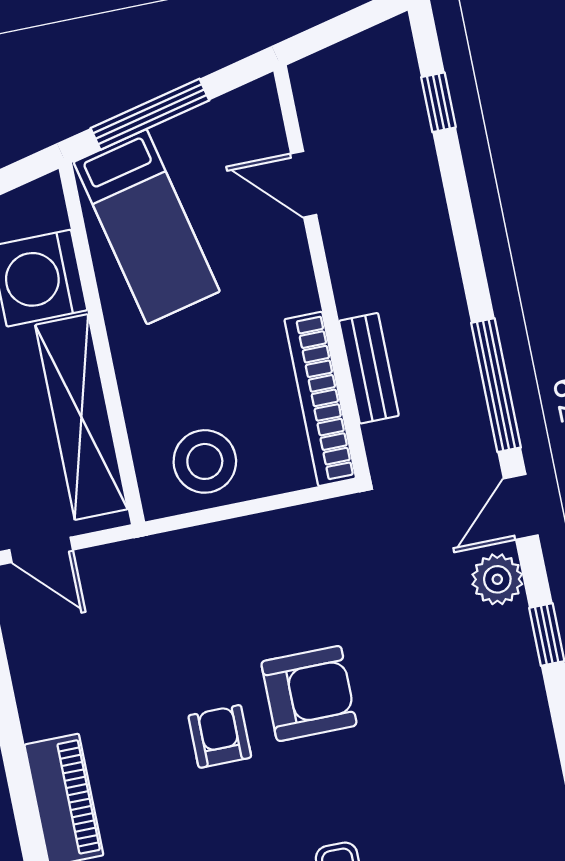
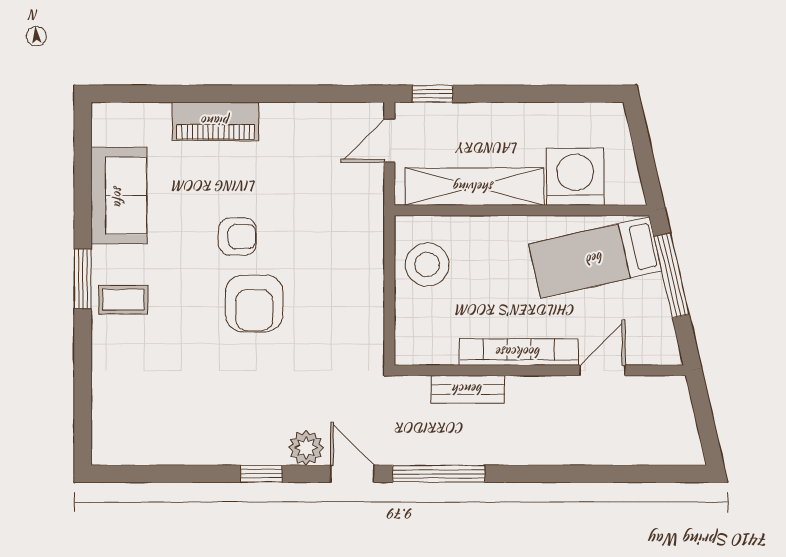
window: (438, 102) -> (640, 474), removed
bookcase: (320, 399) -> (519, 352), moved

